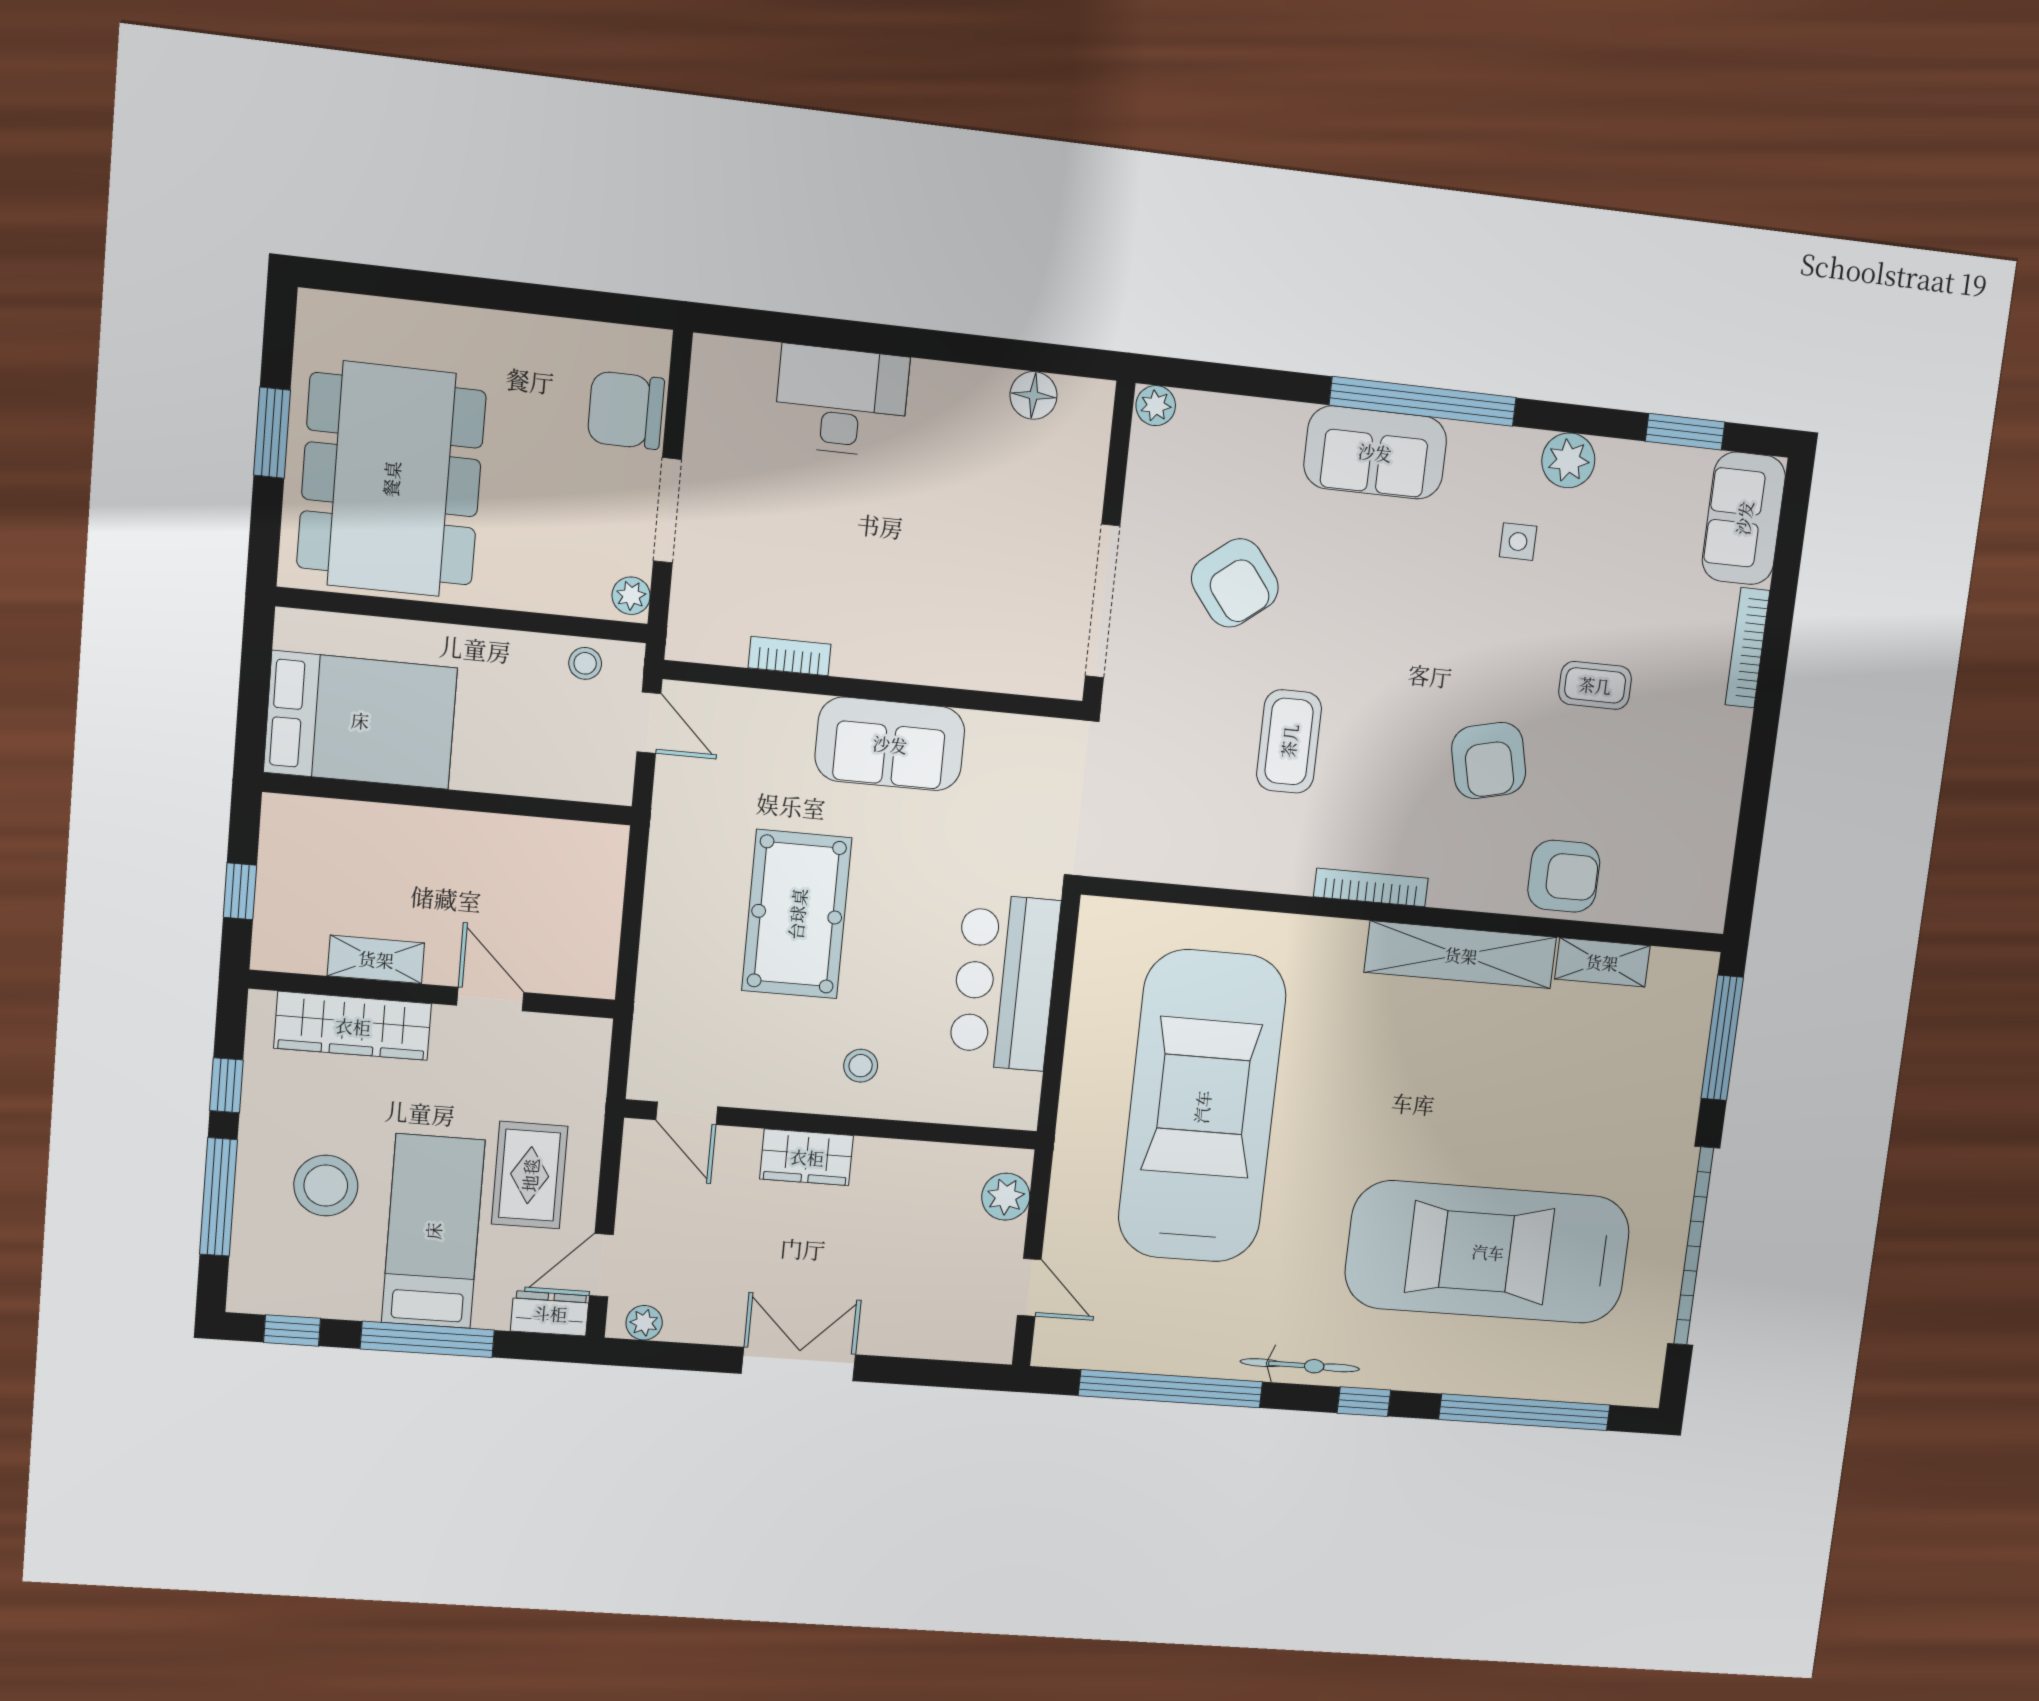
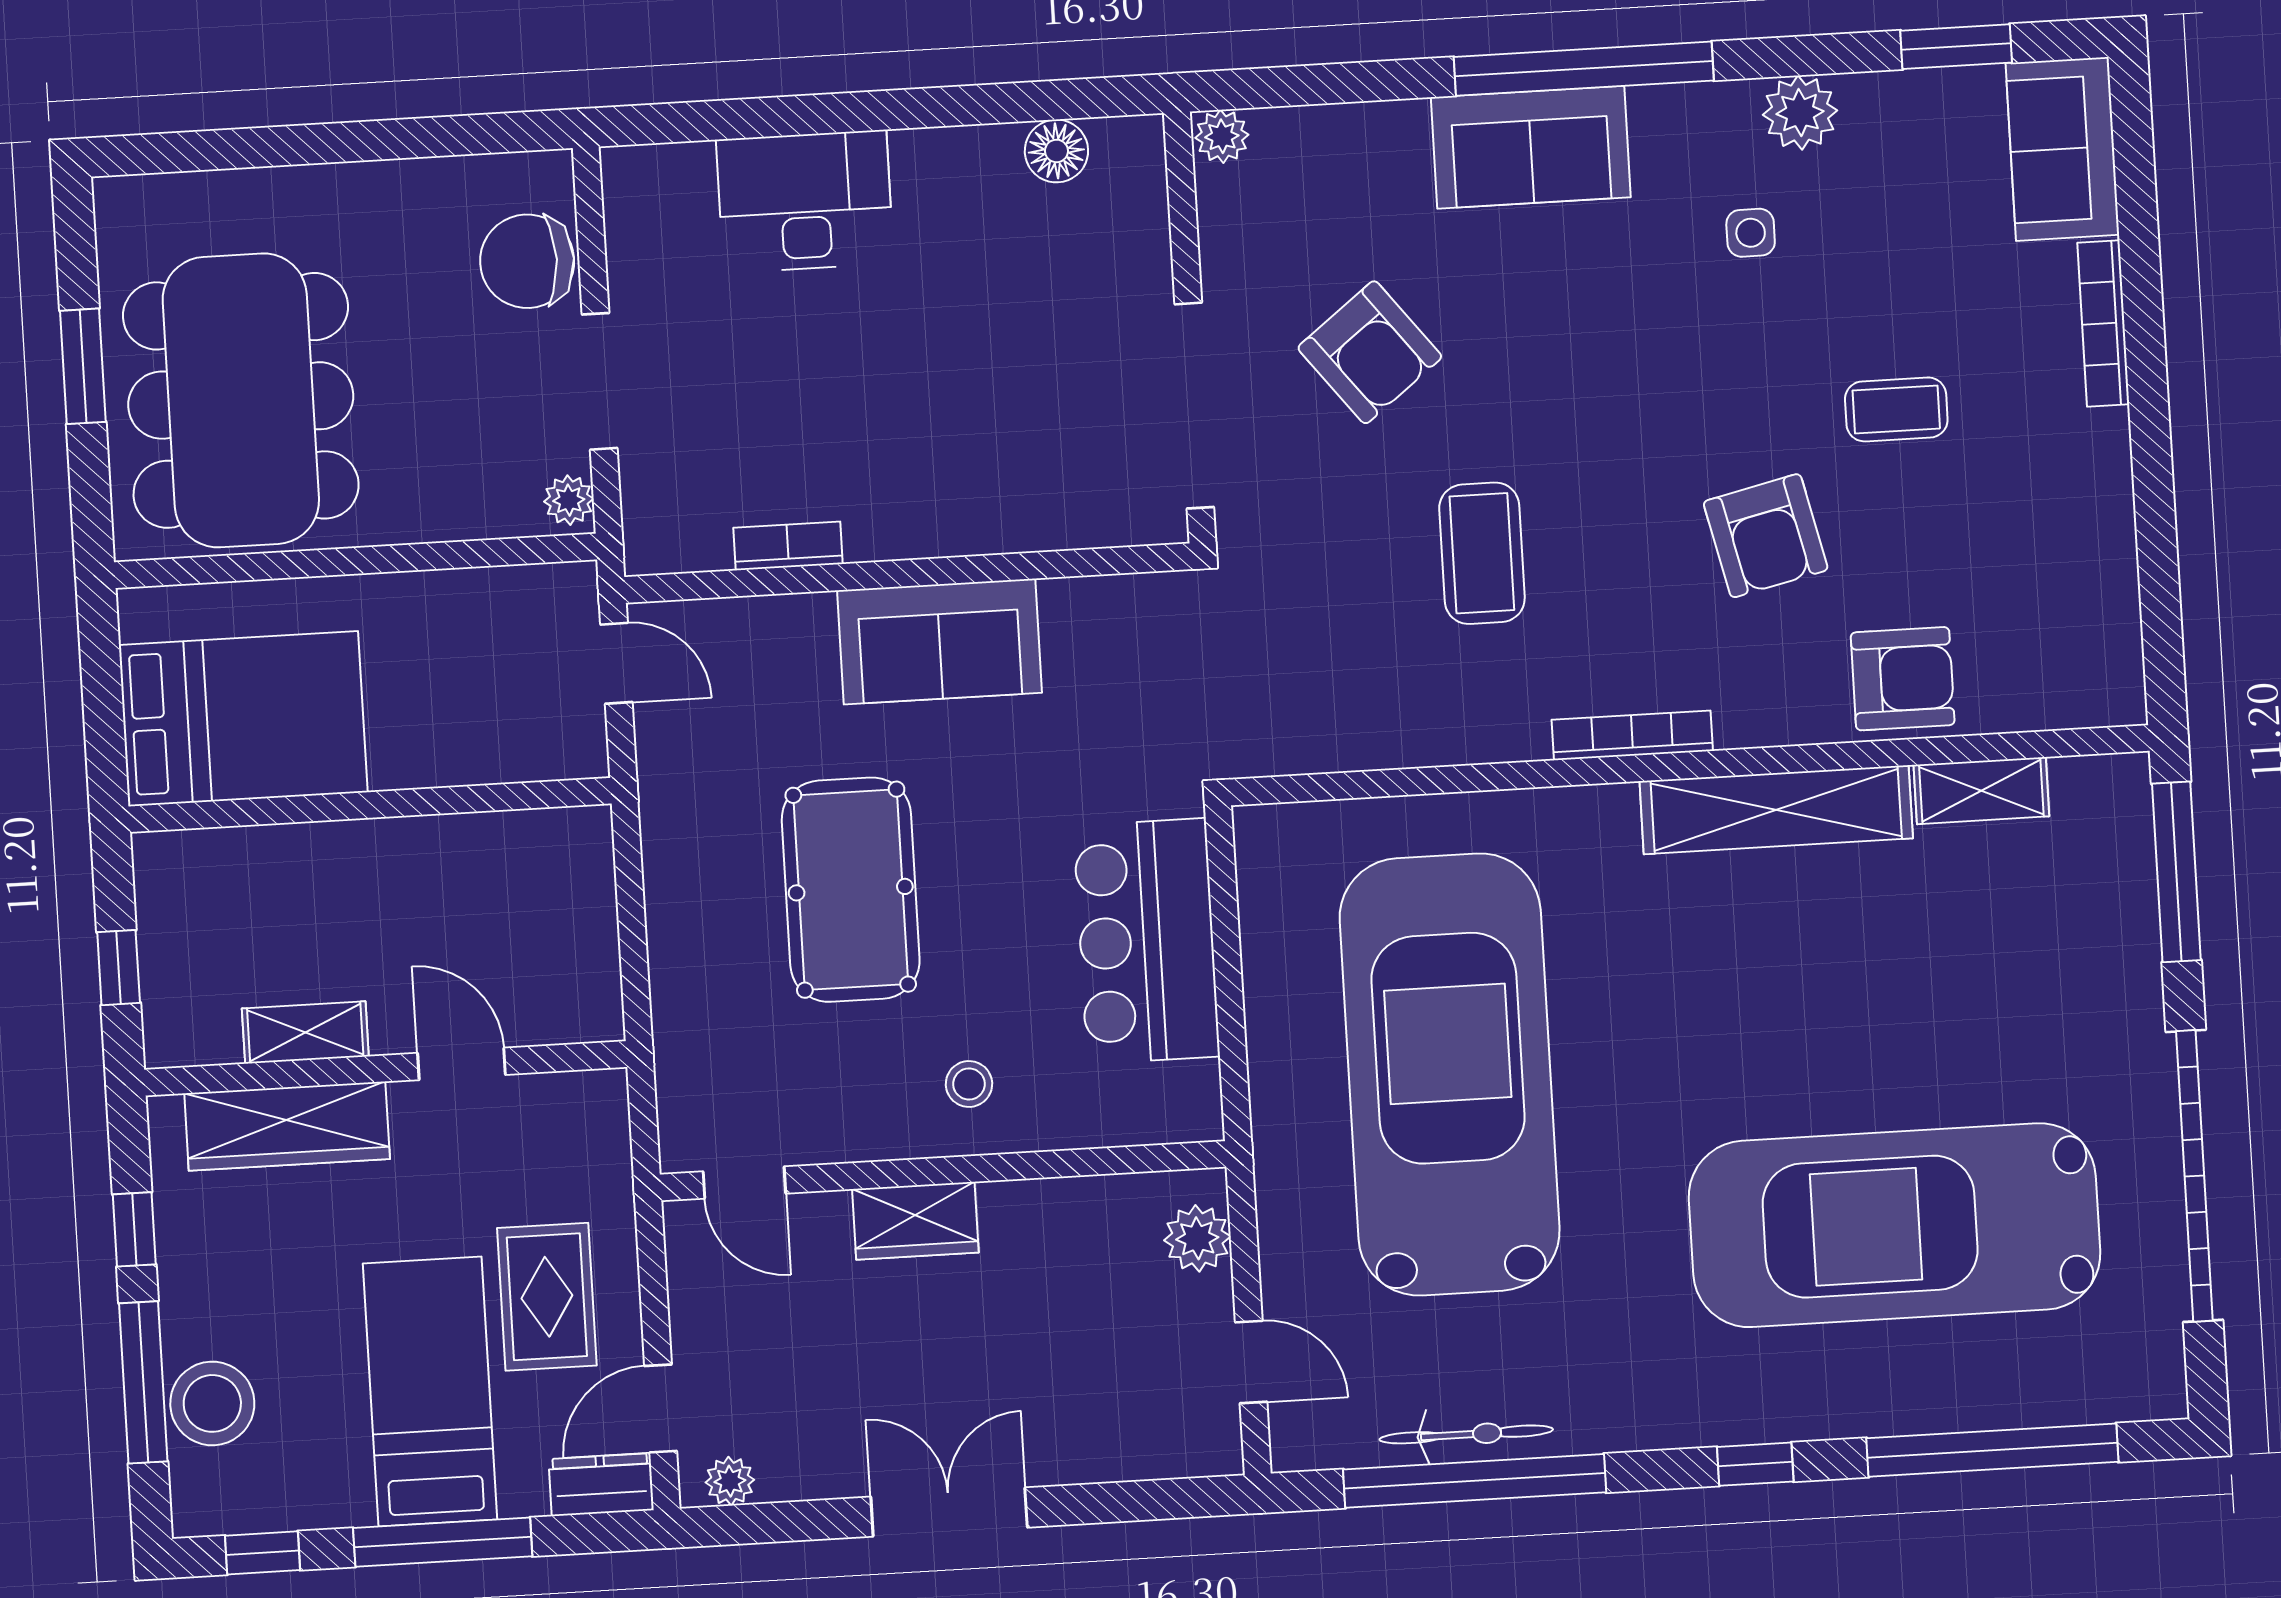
stool: (585, 663) -> (522, 598), removed
stool: (326, 1186) -> (212, 1403), moved
bicycle: (1300, 1365) -> (1466, 1434), moved

